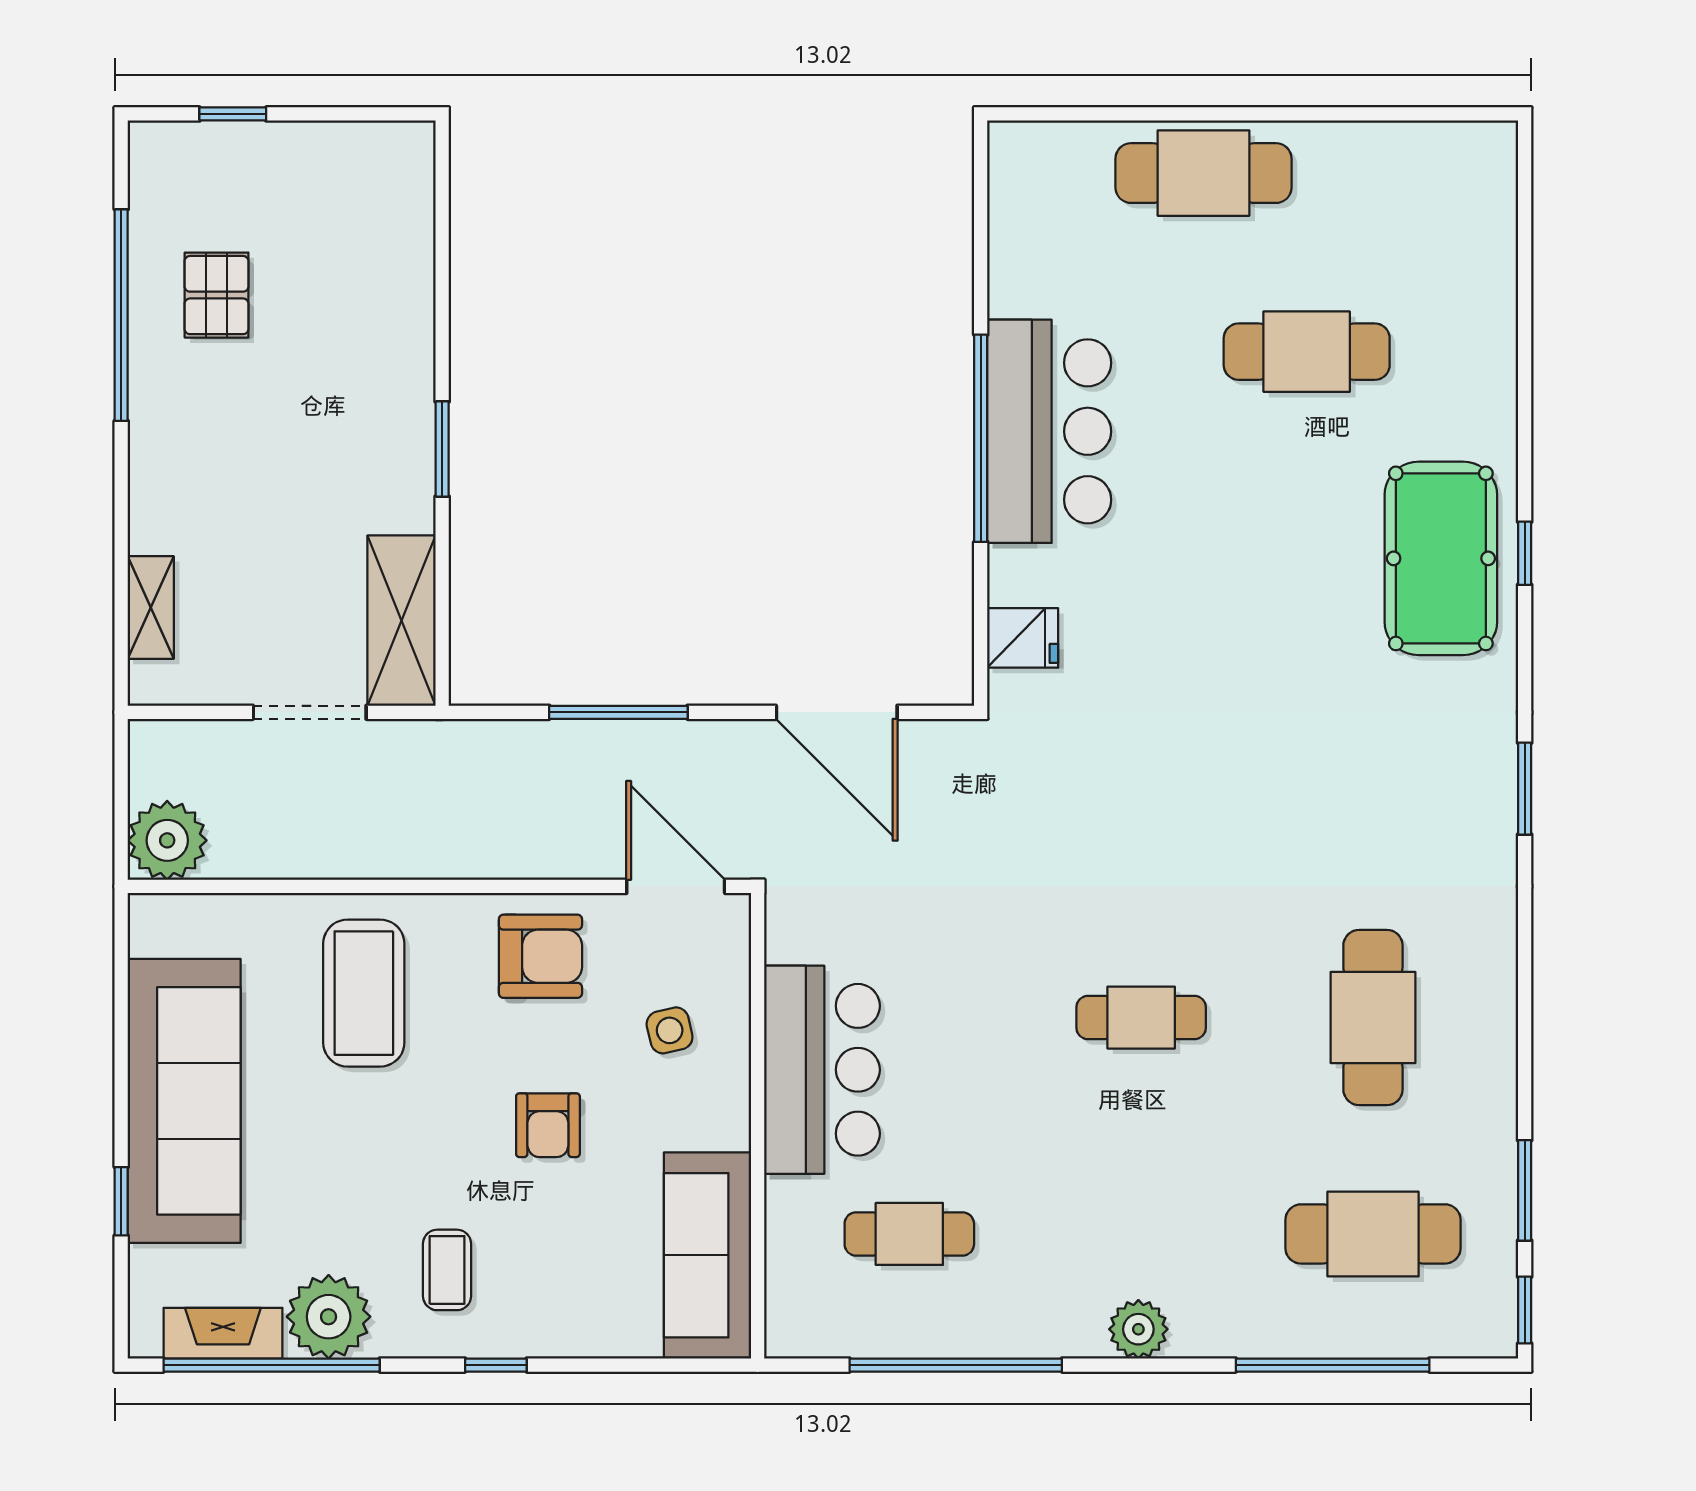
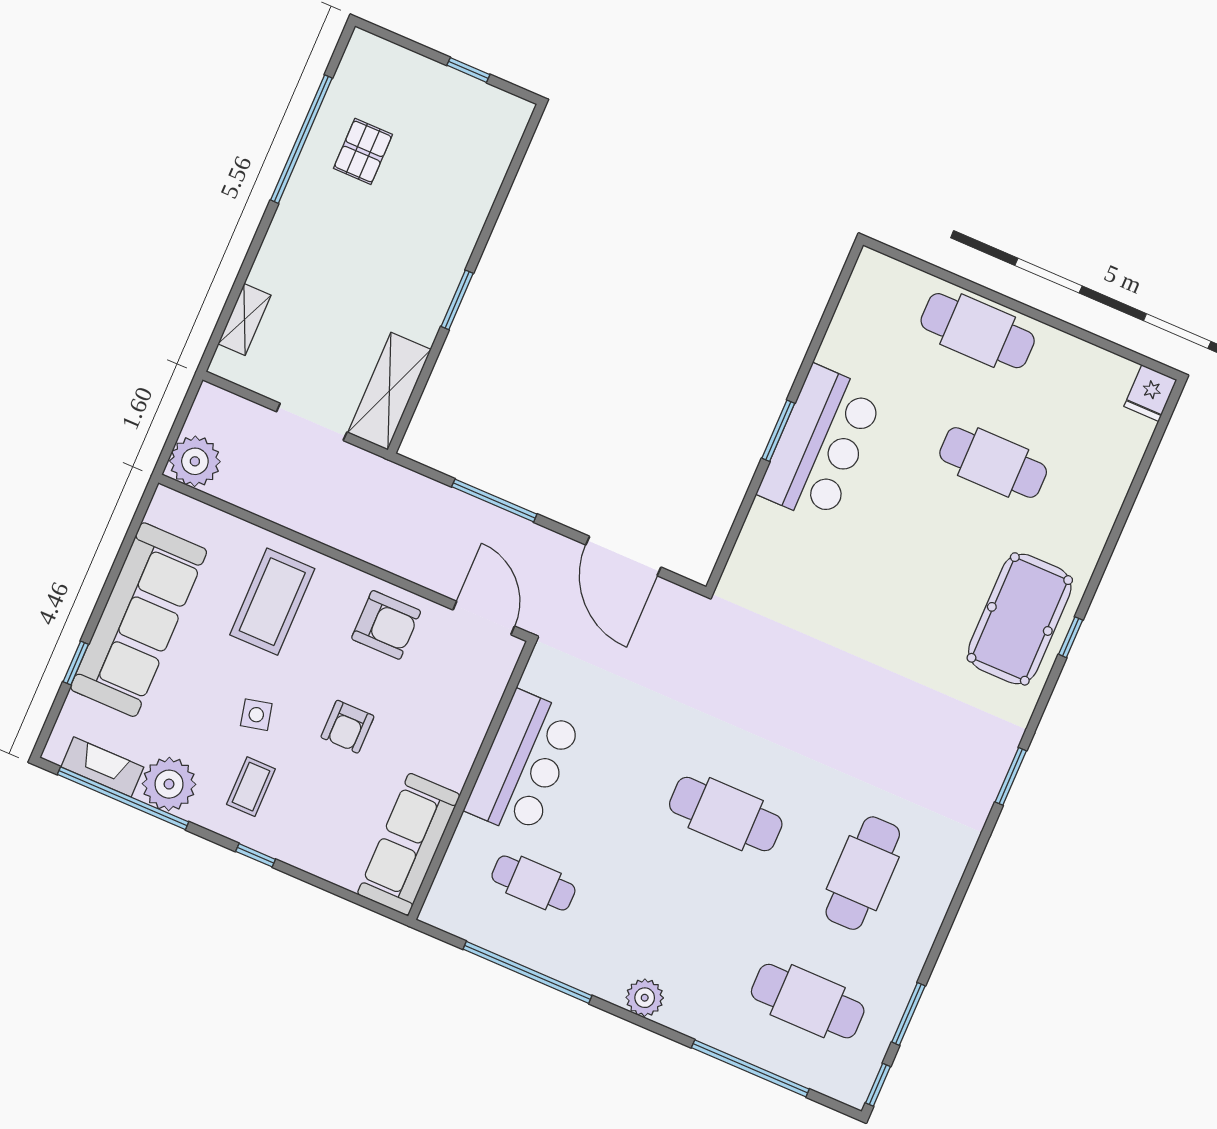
window: (233, 114) -> (468, 70), moved
window: (981, 438) -> (778, 431), width x0.47
fridge: (1023, 638) -> (1150, 393), moved, turned 90
cafe table: (1141, 1018) -> (726, 814), width x1.37, depth x1.35
side table: (670, 1030) -> (256, 715), moved

